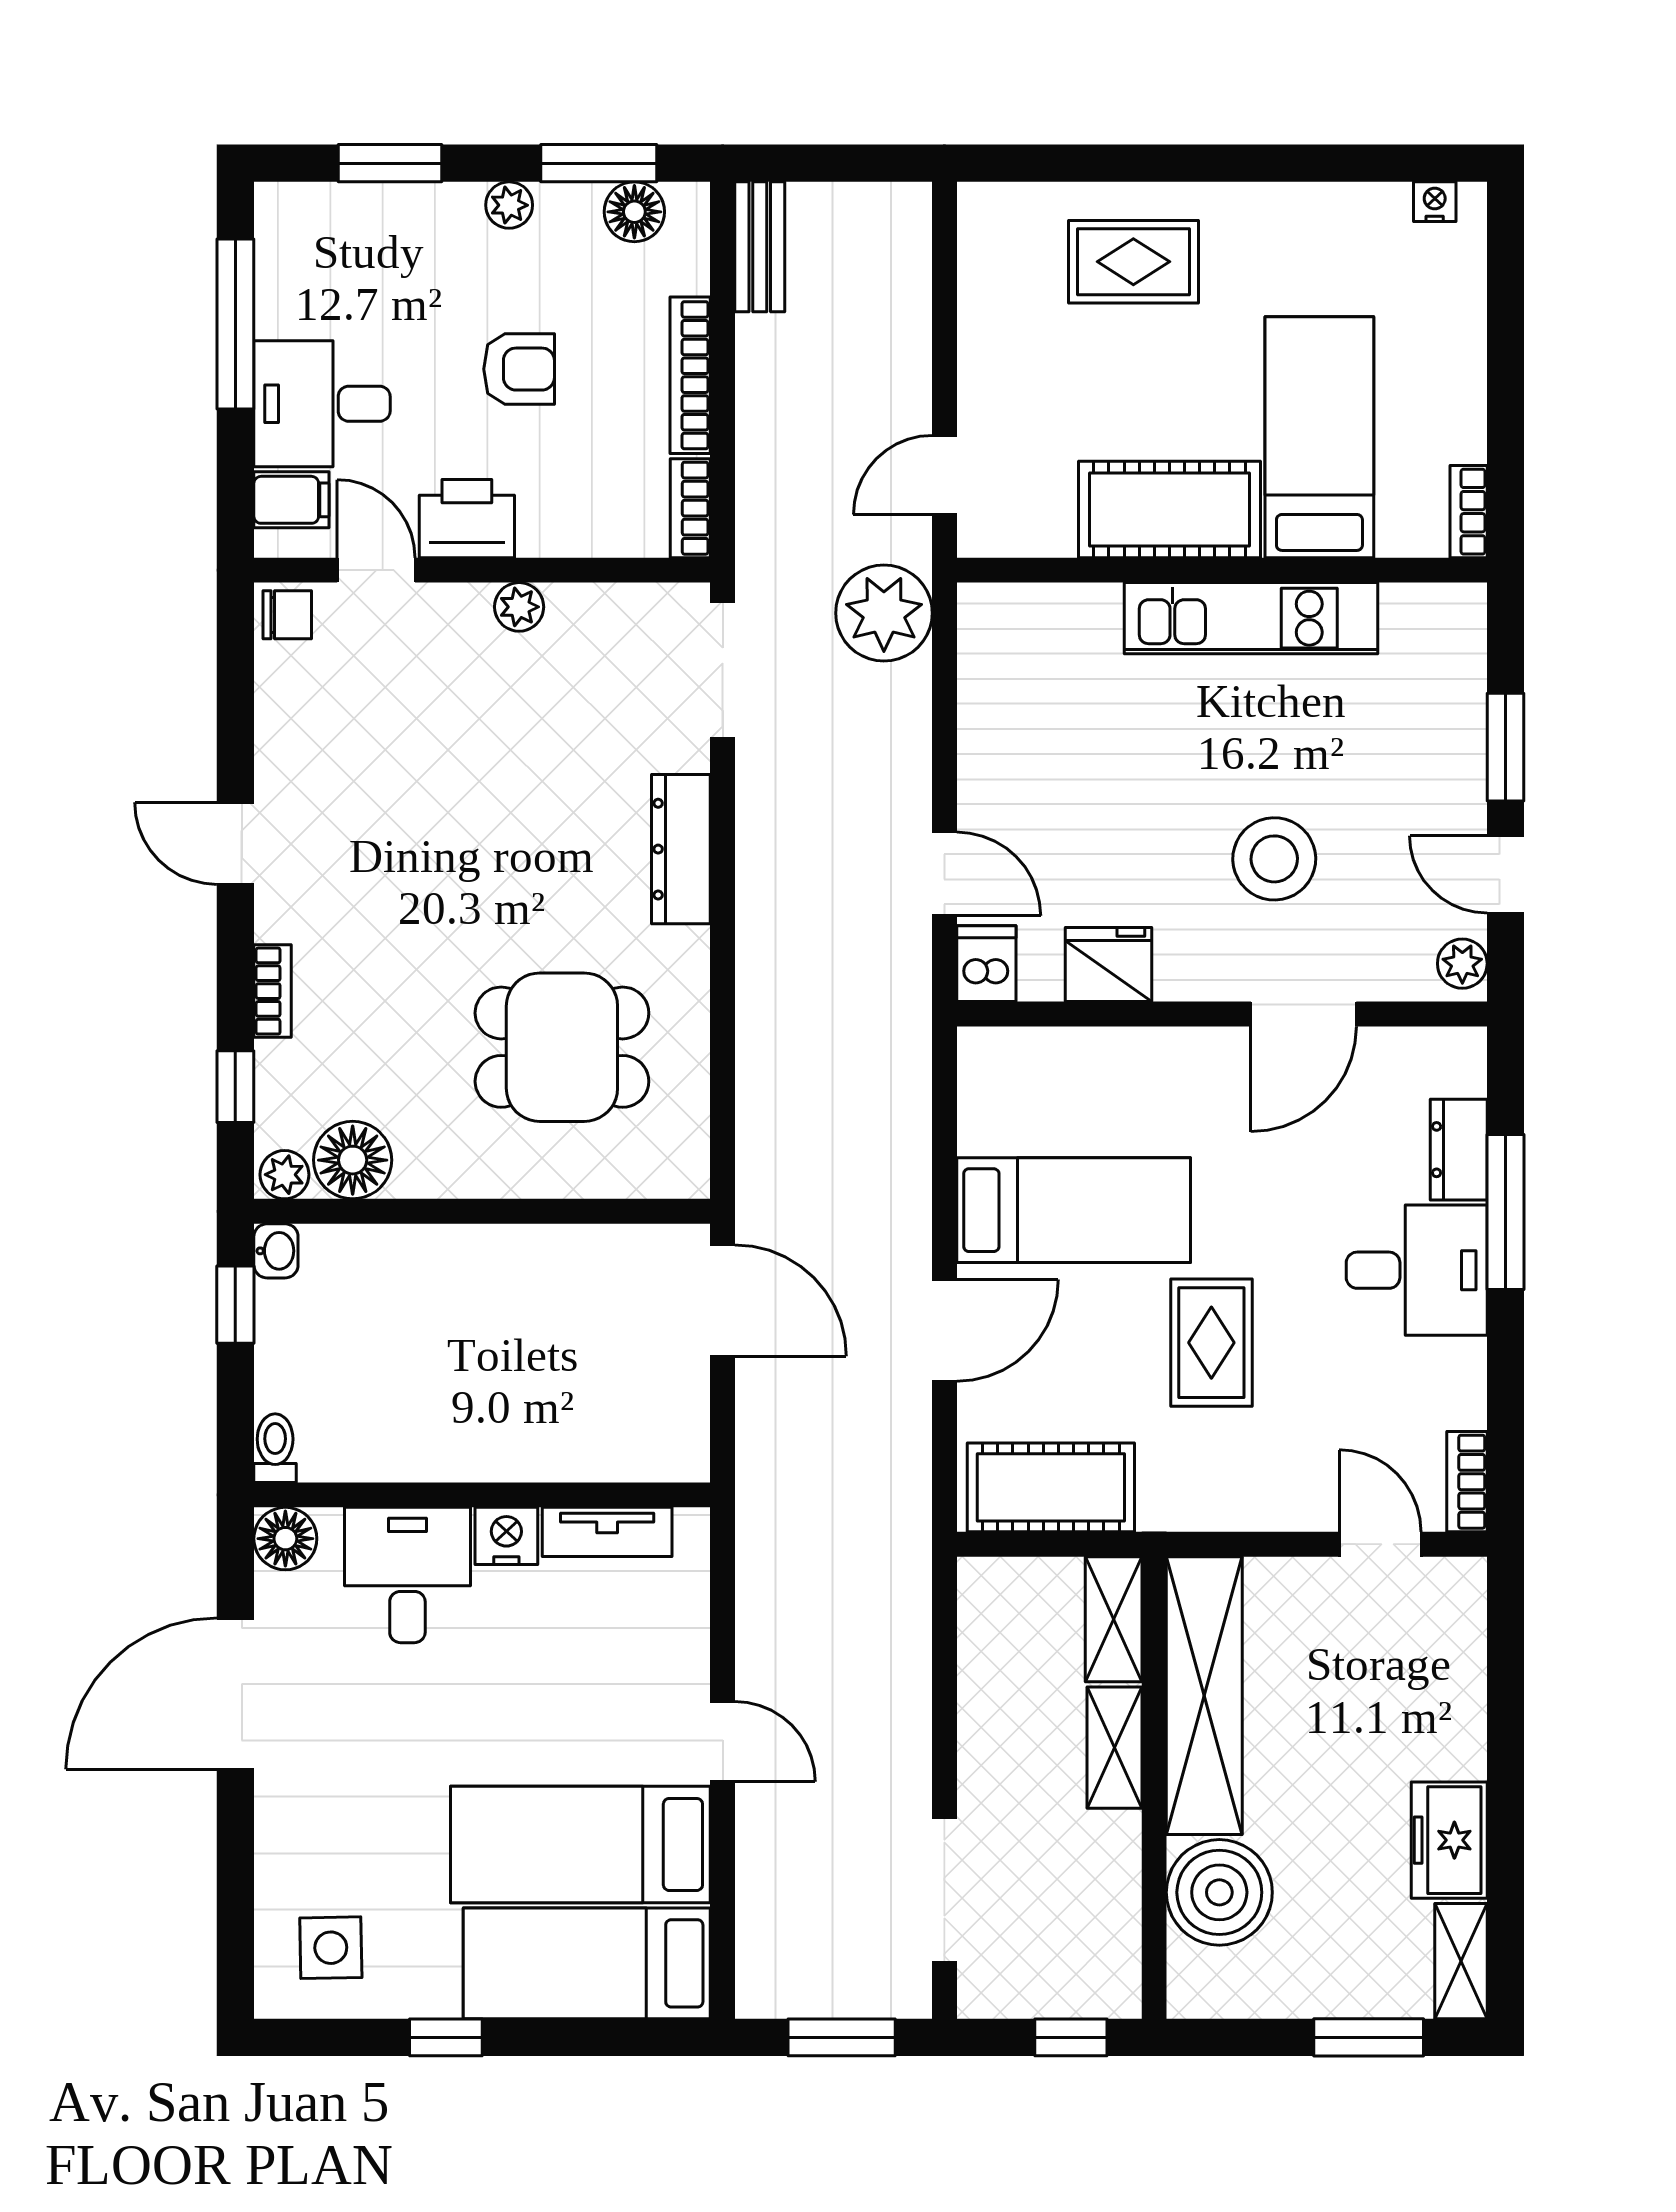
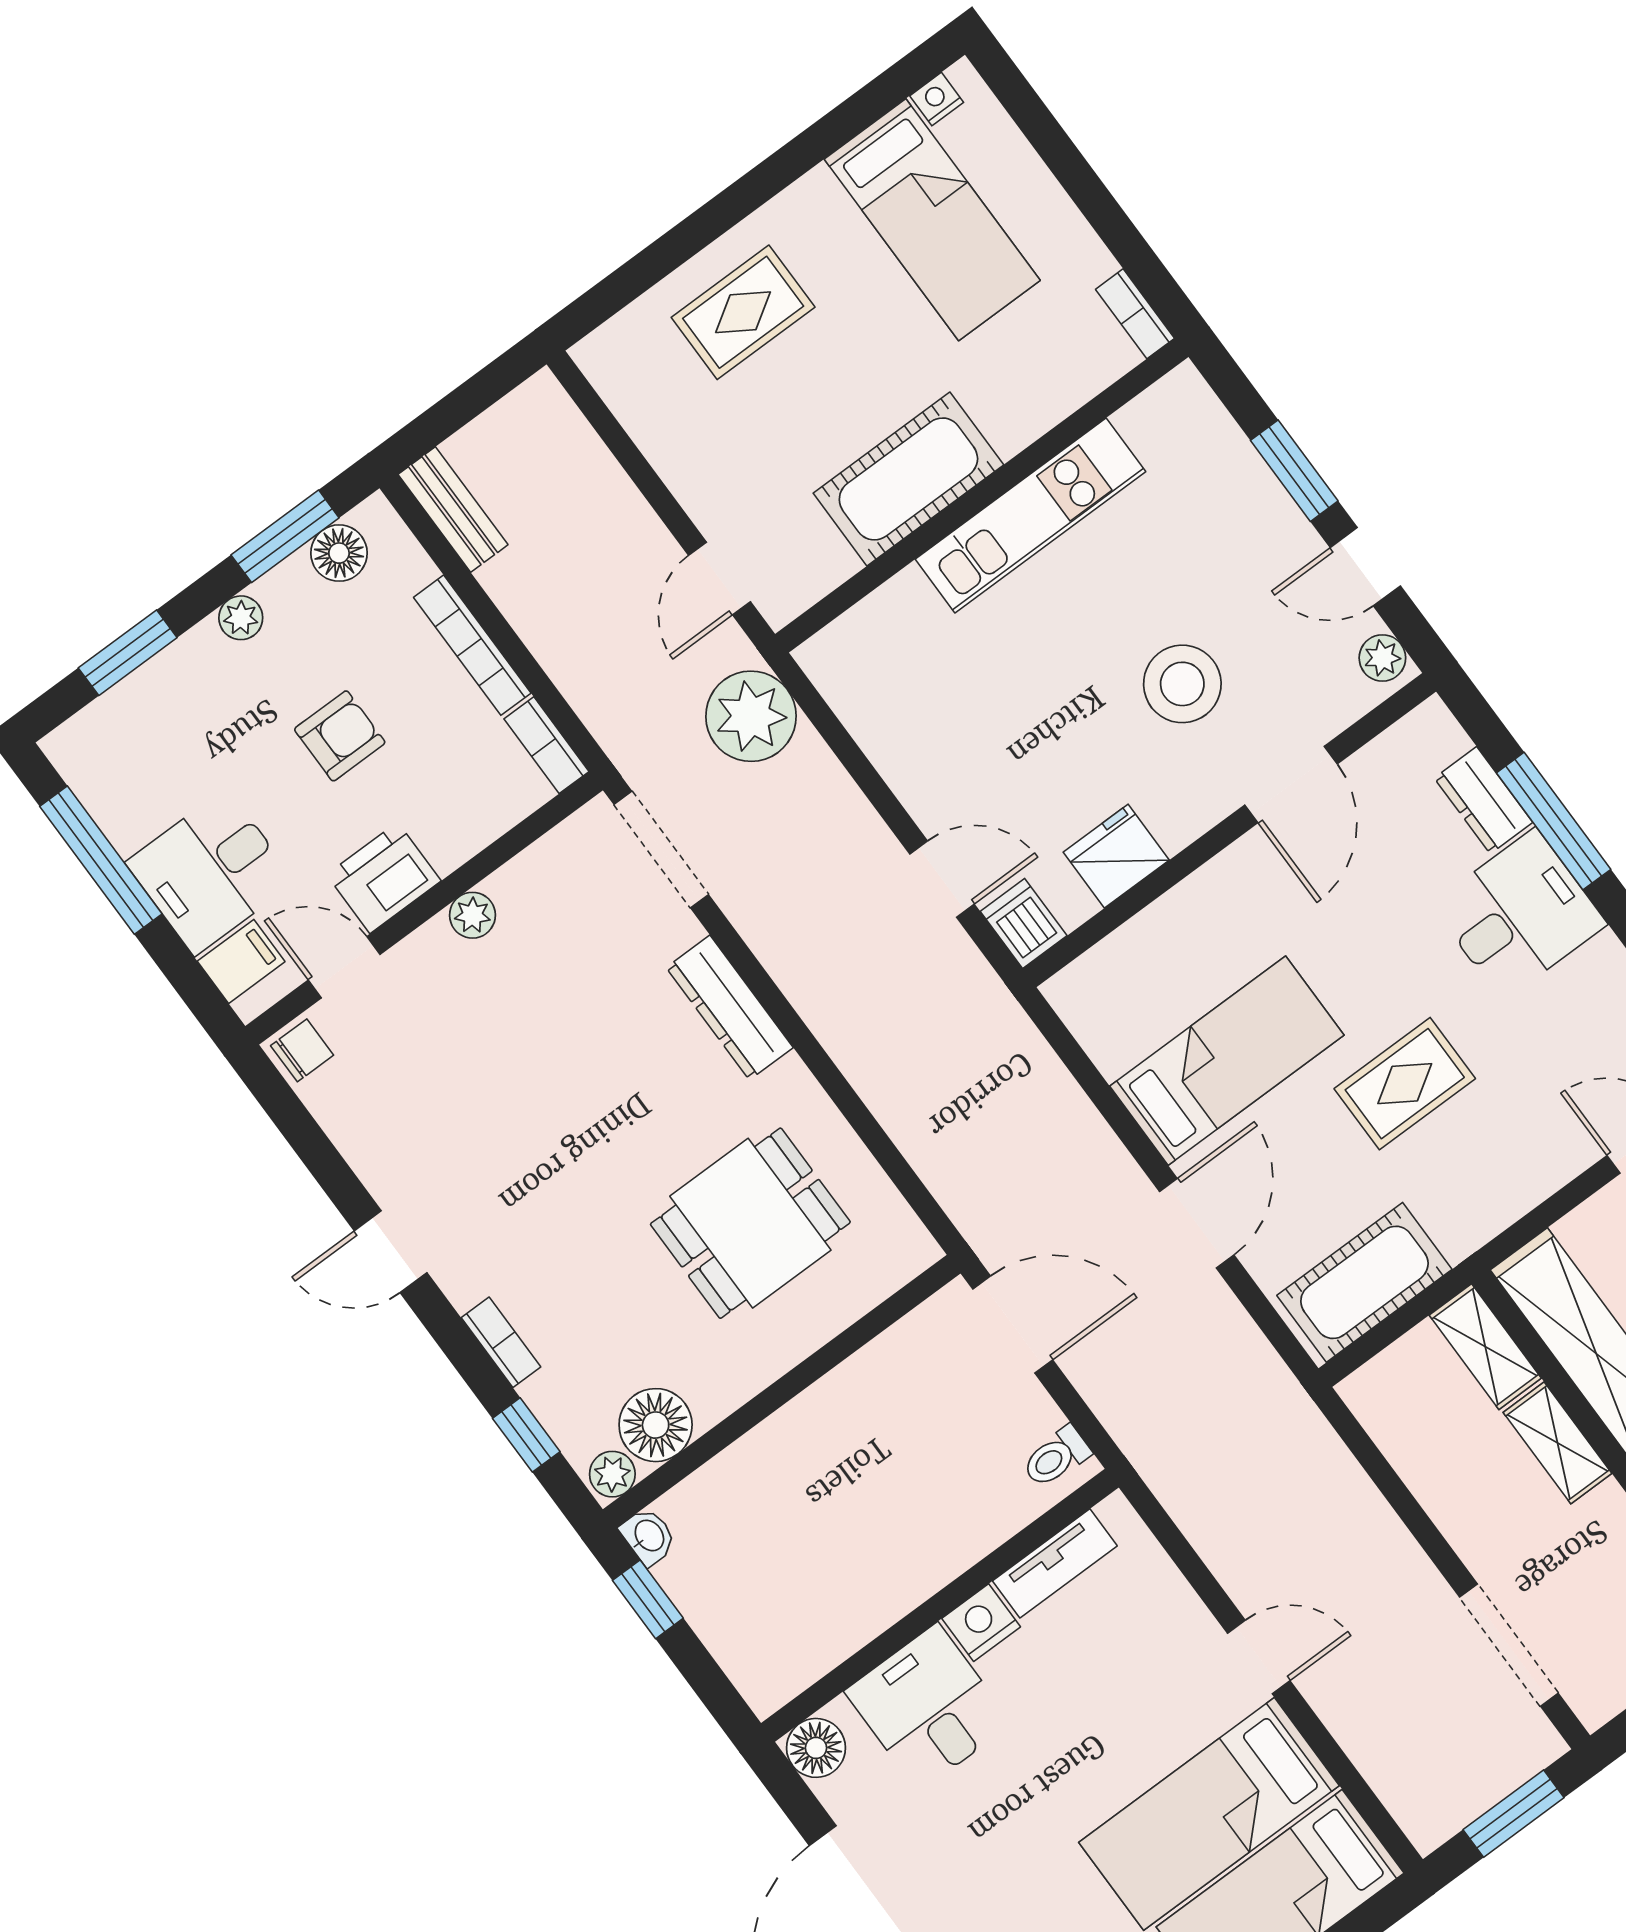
bed: (1319, 437) -> (932, 220), moved, turned 180
rug: (1211, 1343) -> (1405, 1084), turned 90
toilet: (275, 1448) -> (1056, 1457), moved, turned -90

